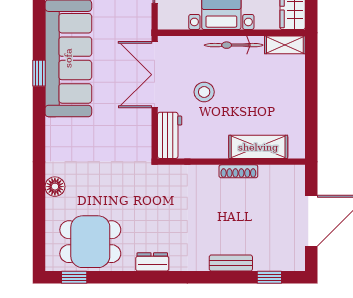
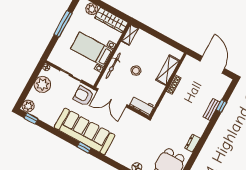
armchair: (130, 22) -> (84, 96), added
bicycle: (234, 45) -> (113, 66), moved
stool: (204, 92) -> (136, 71), moved
window: (269, 277) -> (221, 106), moved

